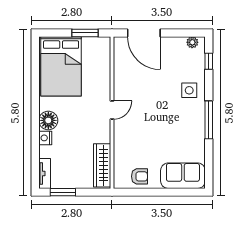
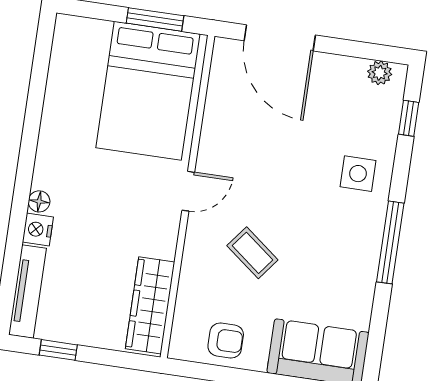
bed: (61, 66) -> (148, 91), moved
floor lamp: (48, 120) -> (39, 201), width x0.53, depth x0.53
coffee table: (146, 134) -> (252, 253), added
tv unit: (45, 173) -> (27, 292), width x1.41
window: (63, 192) -> (58, 350), width x0.67

